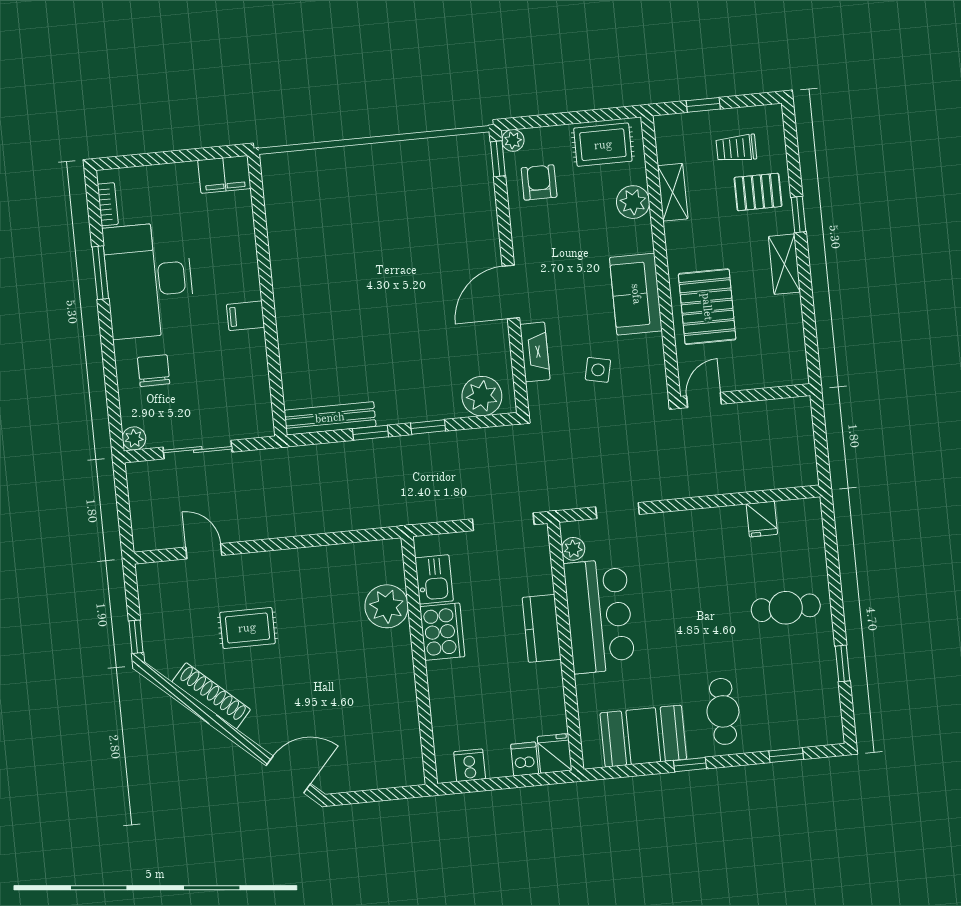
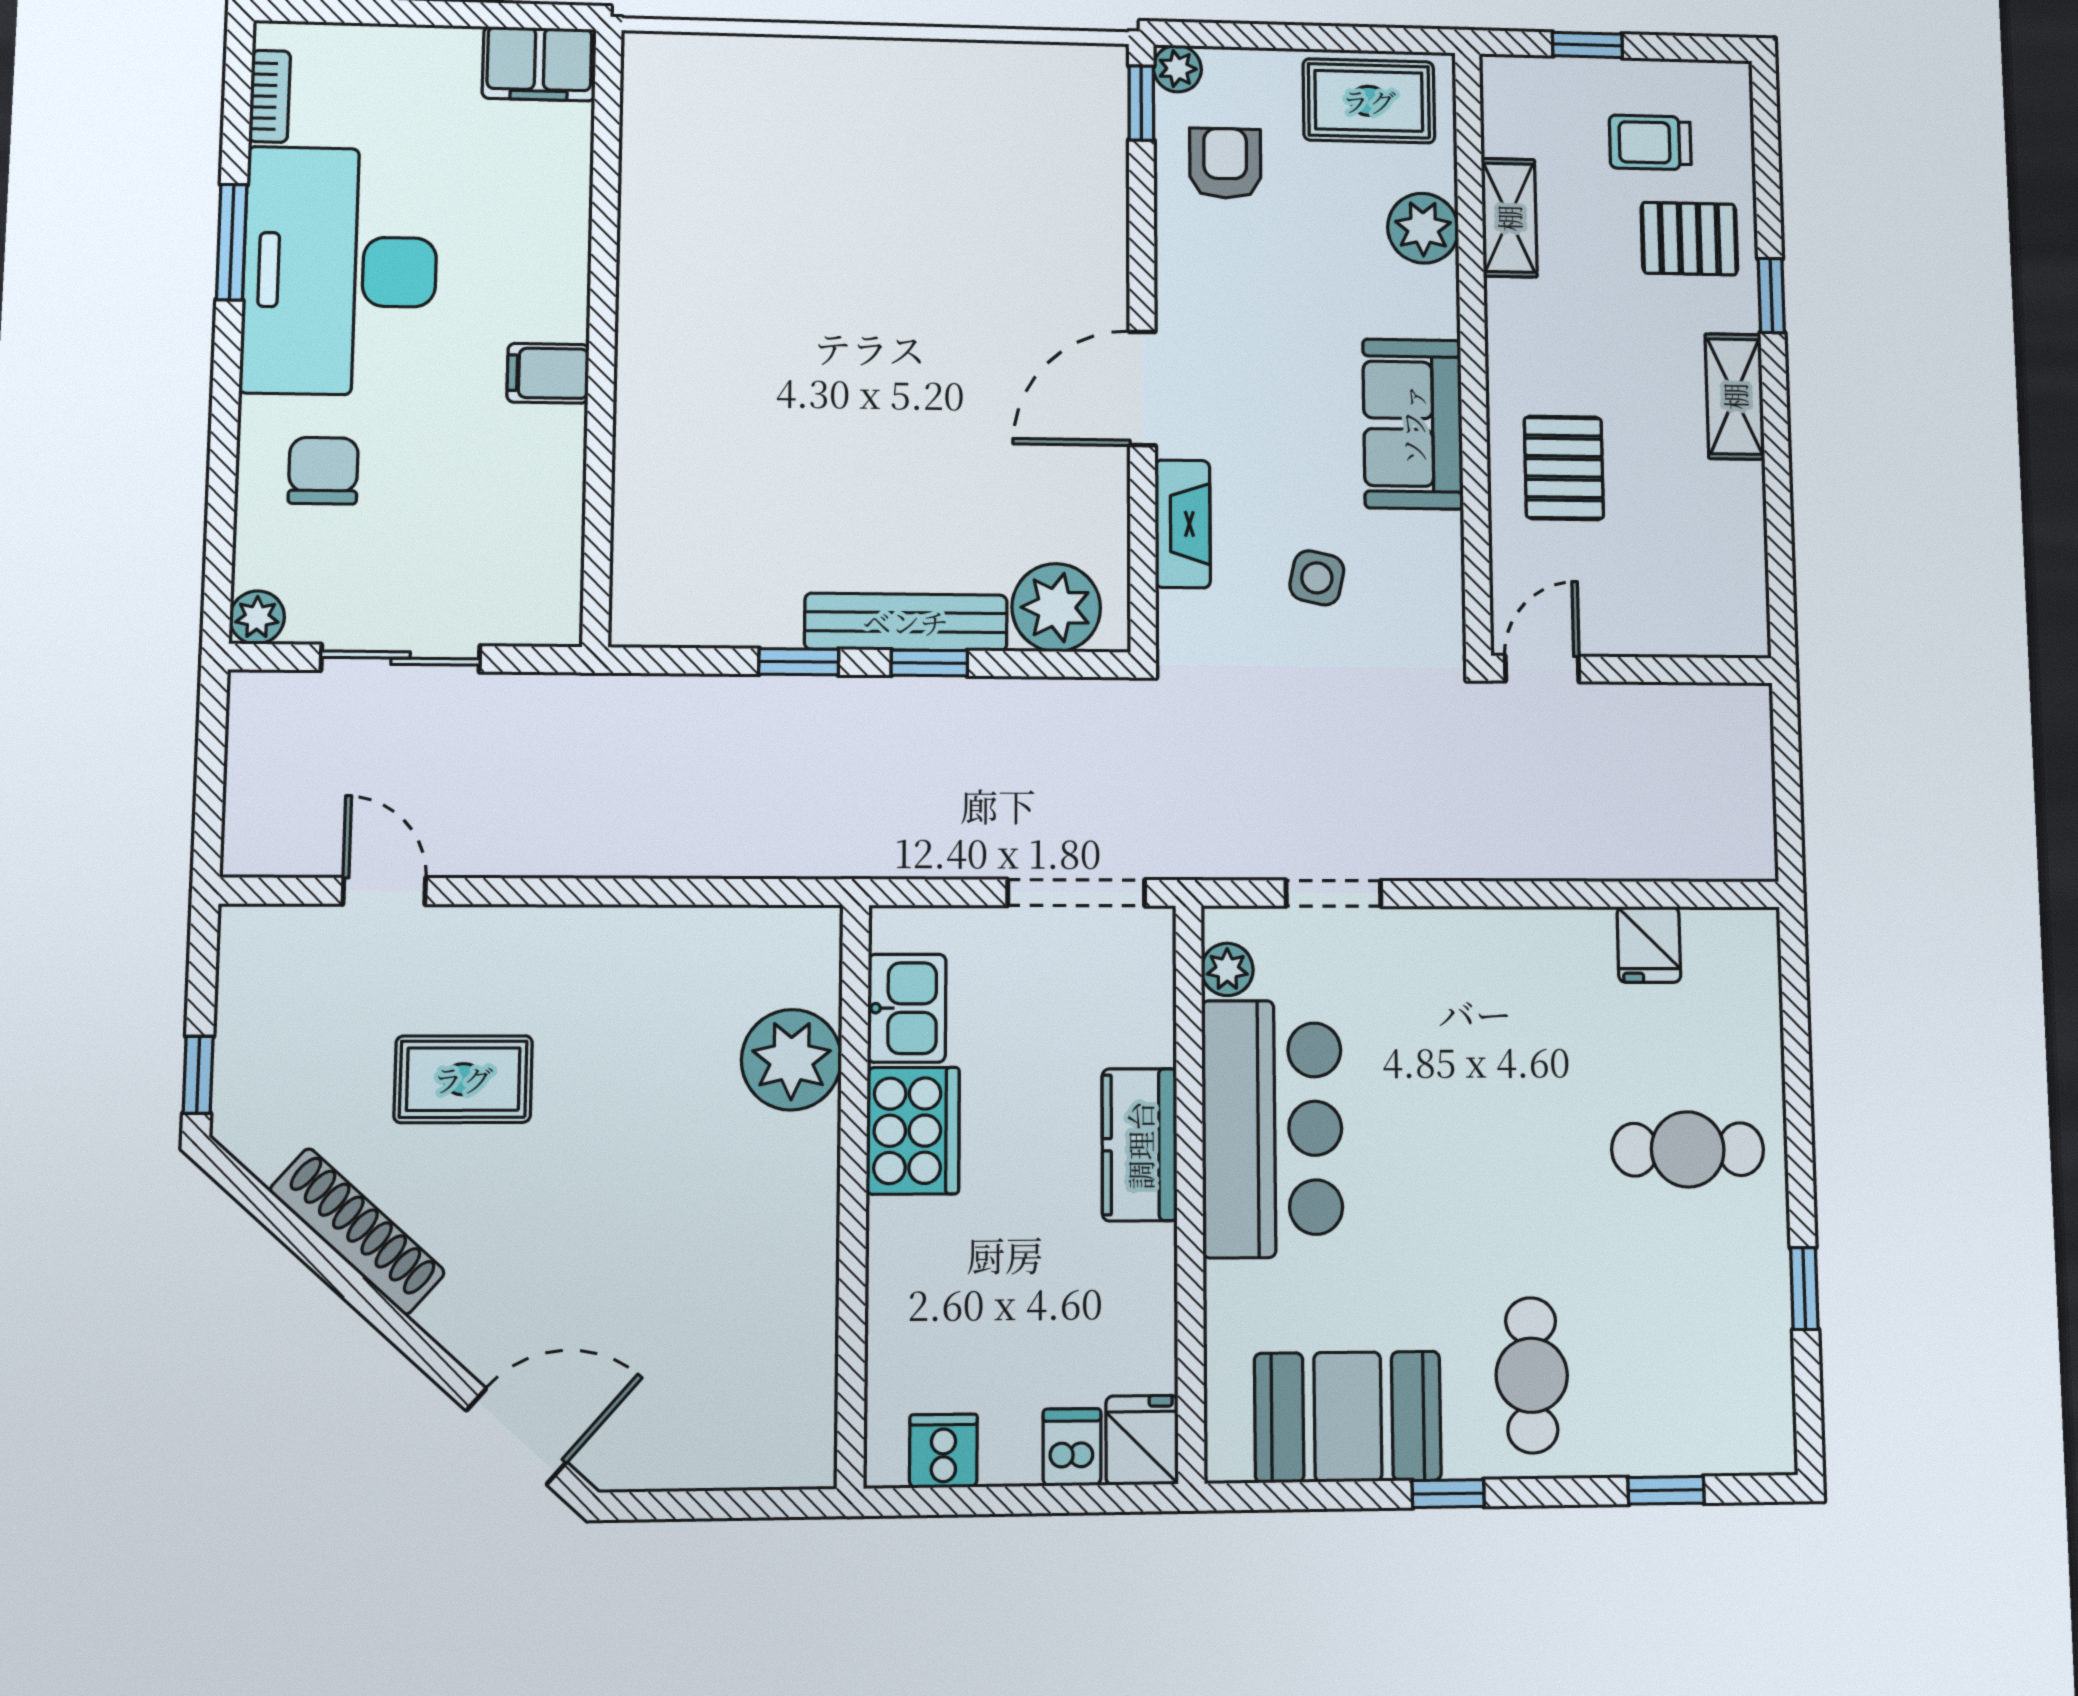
pallet: (707, 307) -> (1564, 468), width x0.67, depth x0.71
bench: (330, 418) -> (906, 622), moved

